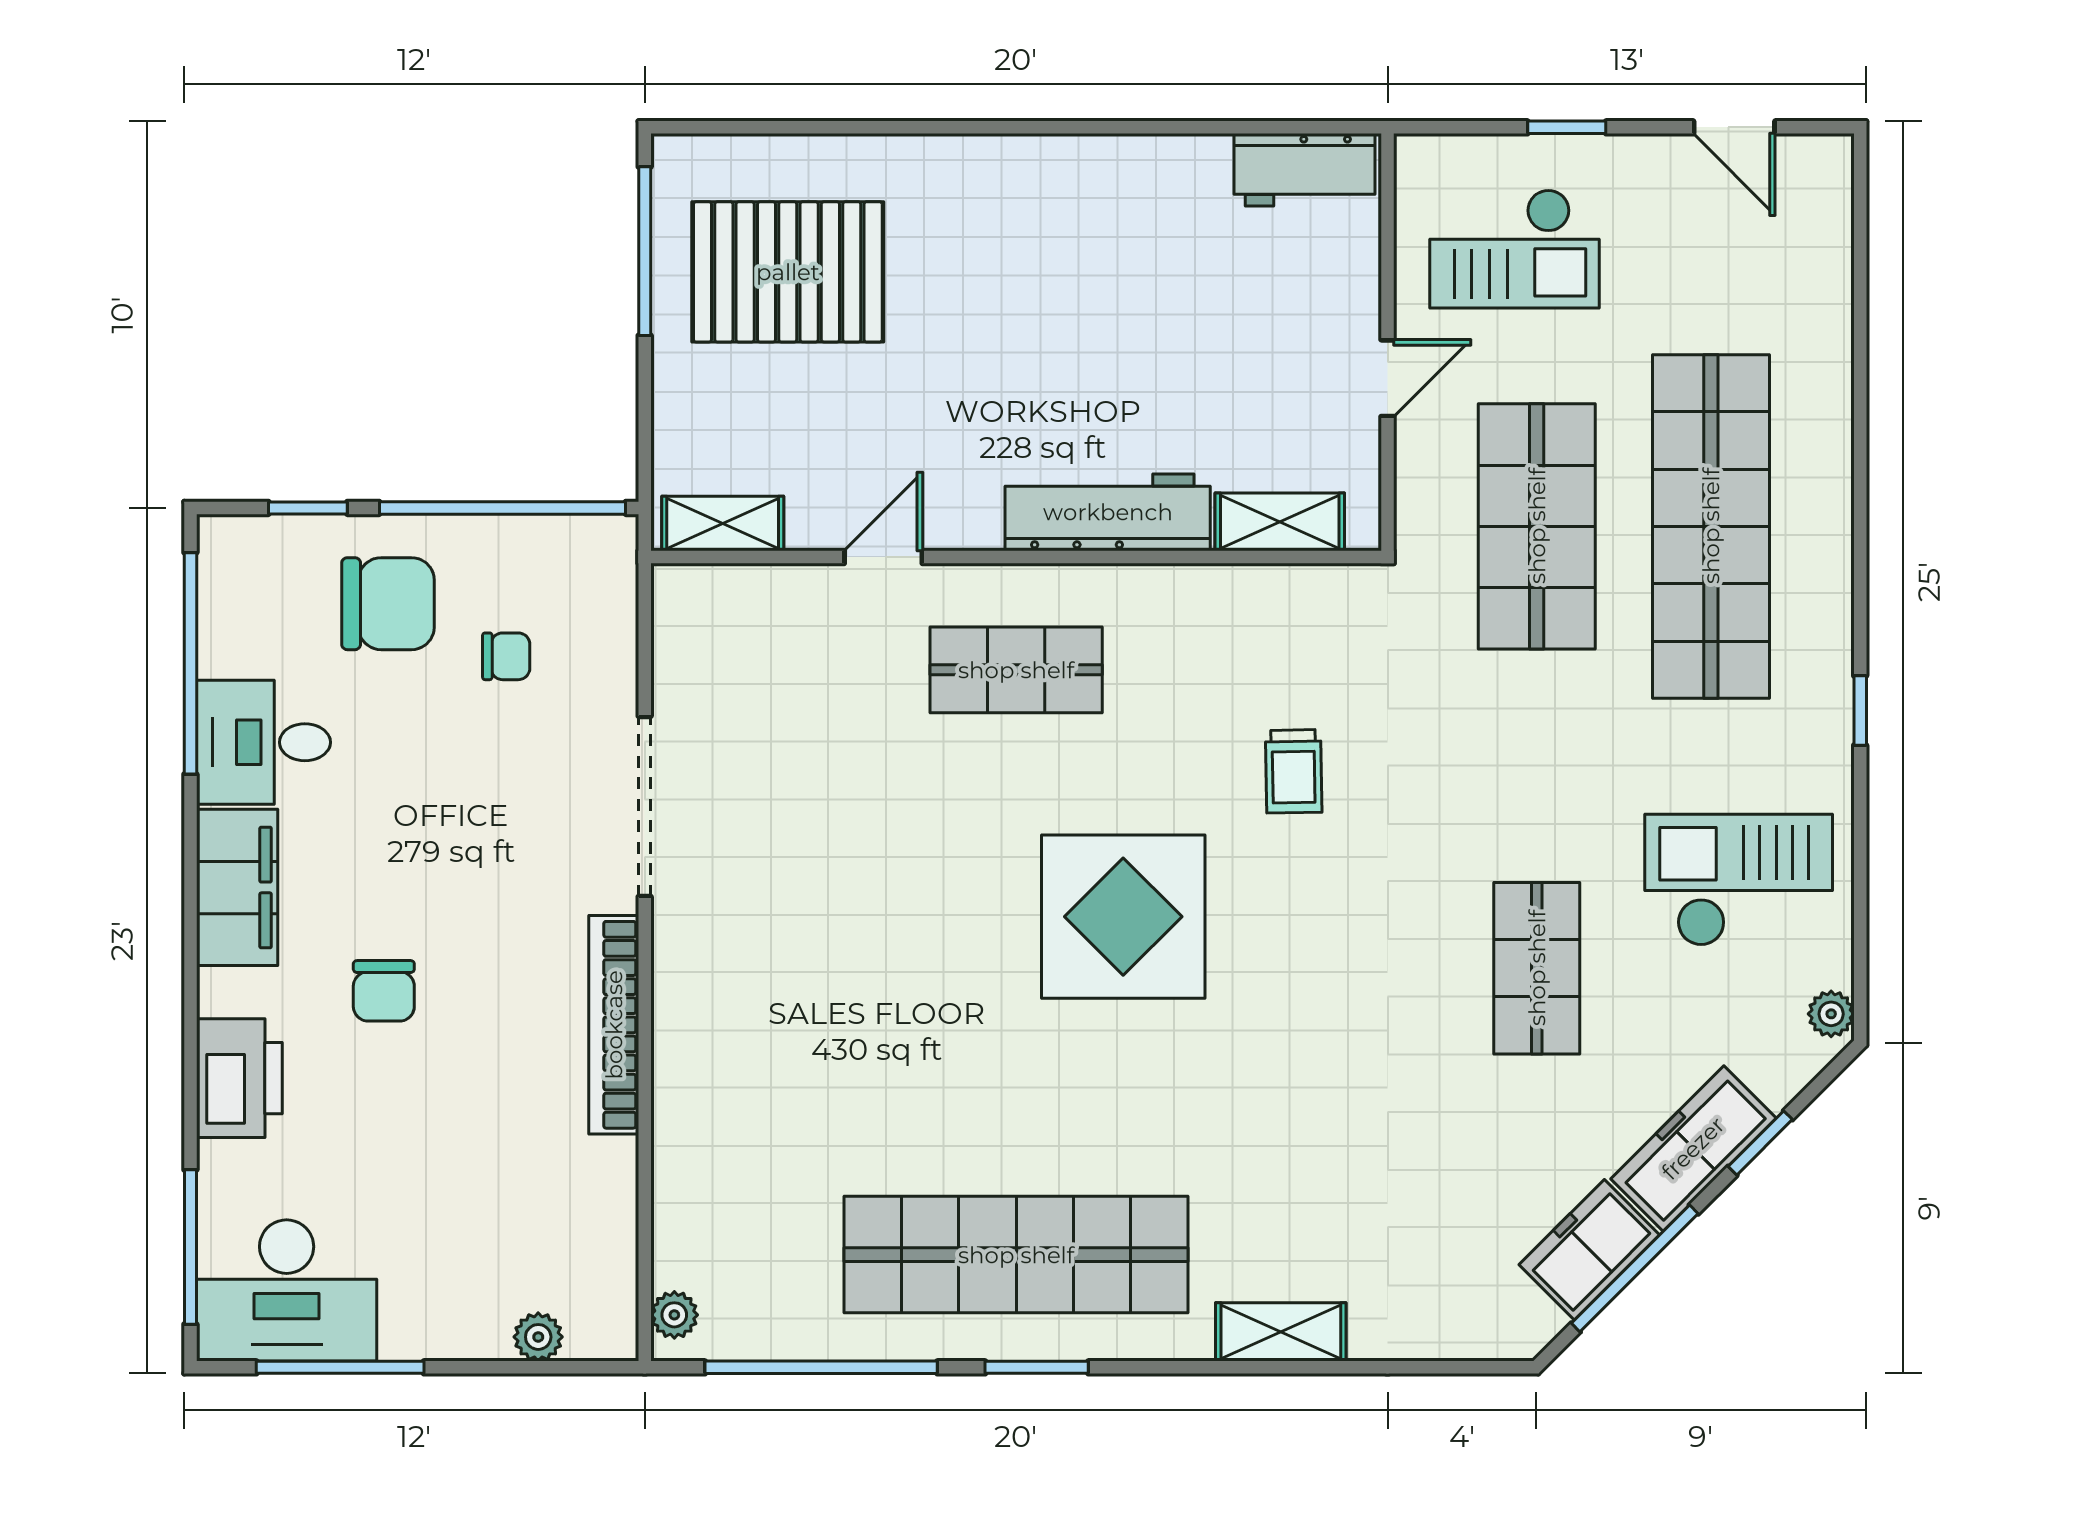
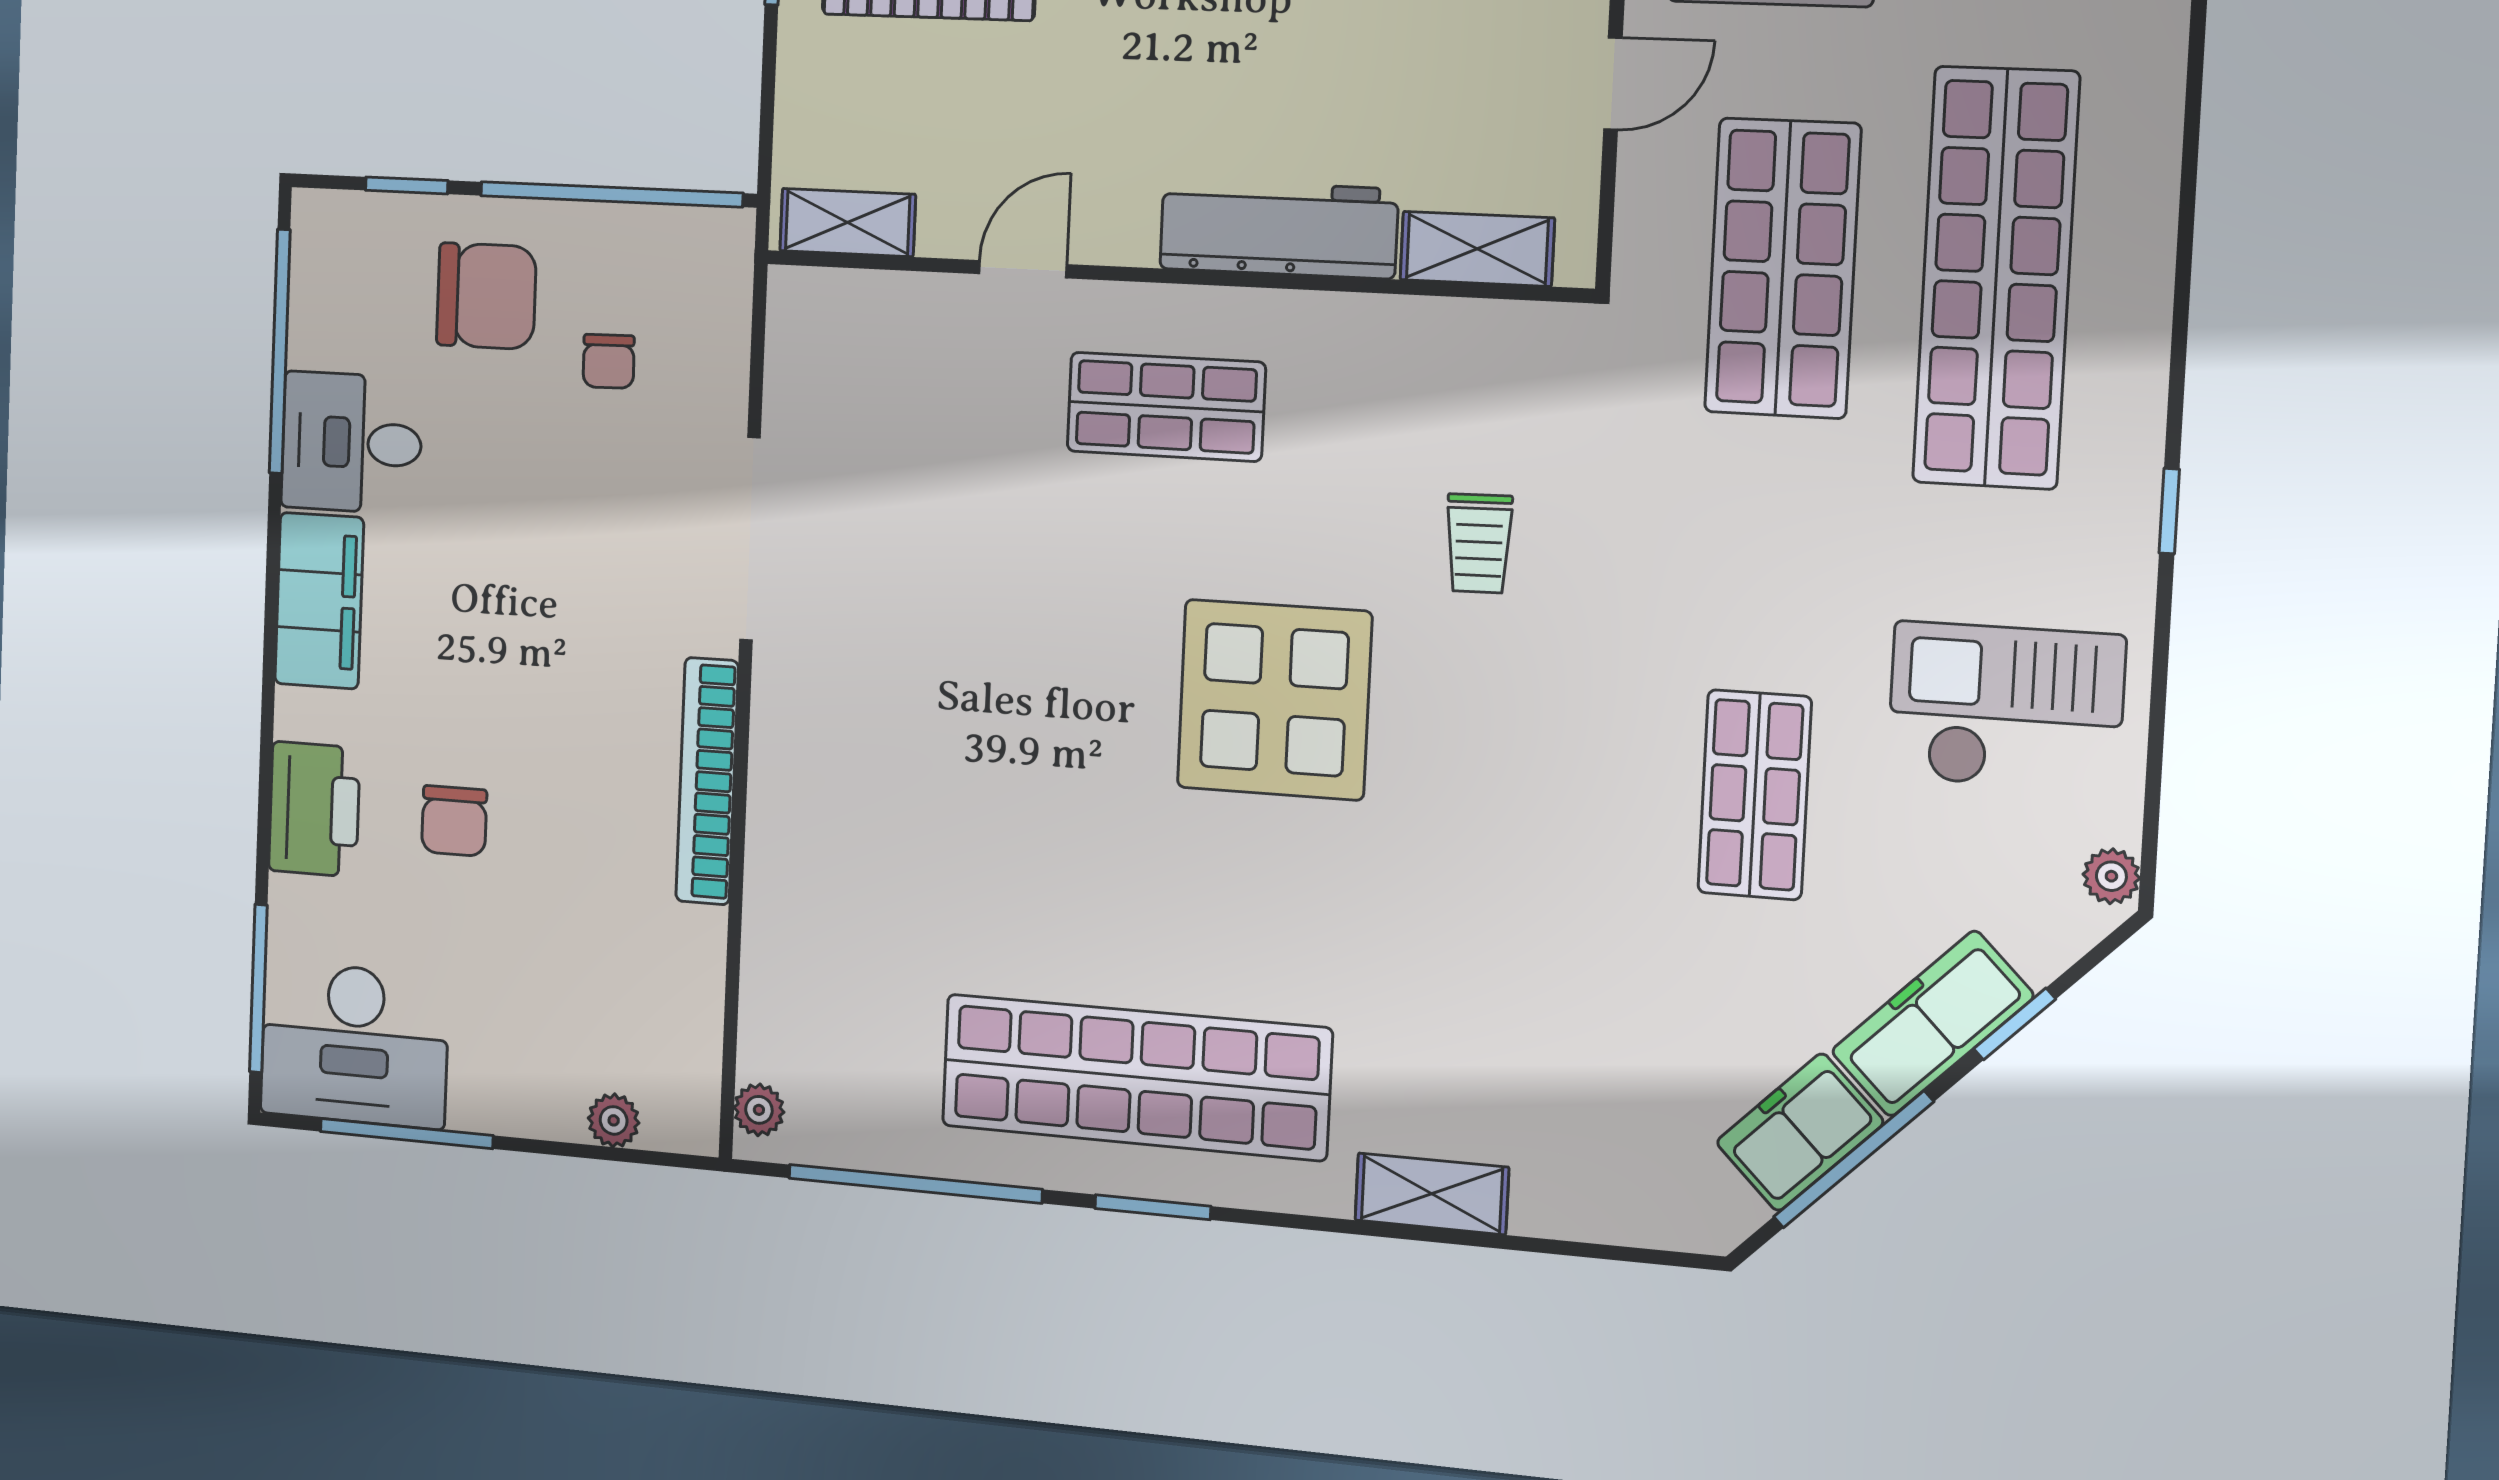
chair: (506, 656) -> (609, 361), turned 89
chair: (384, 991) -> (454, 821), moved

